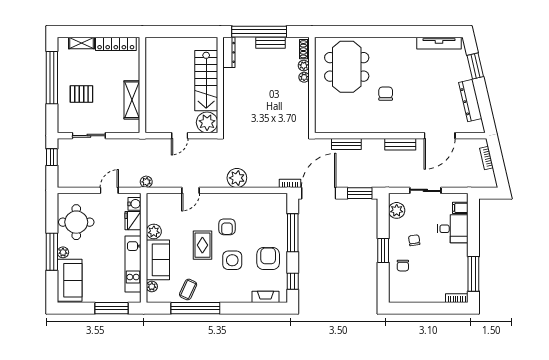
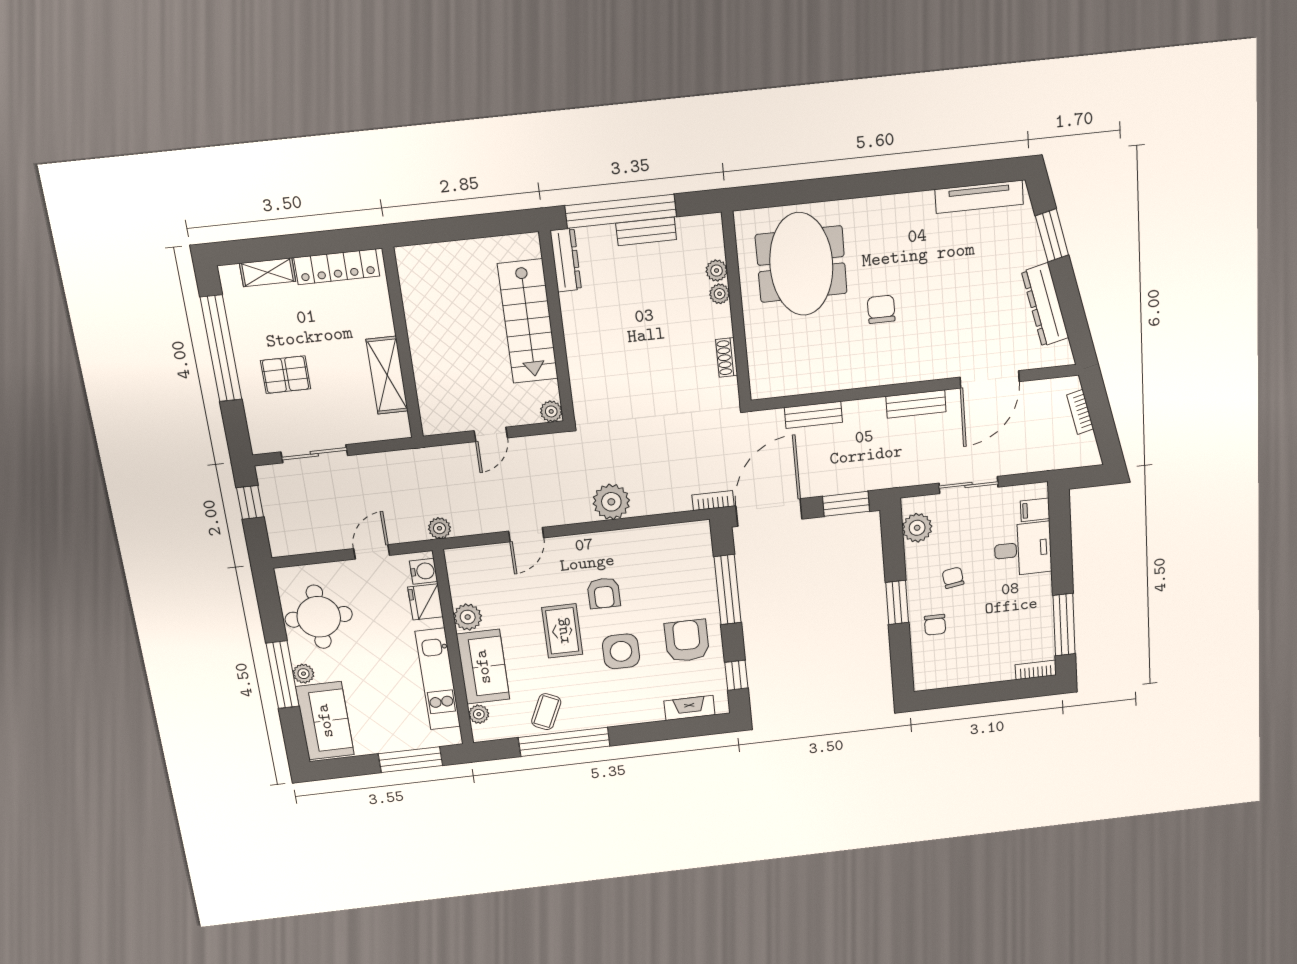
shoe rack: (304, 49) -> (727, 357), moved
plant: (207, 122) -> (551, 411), width x0.53, depth x0.53

